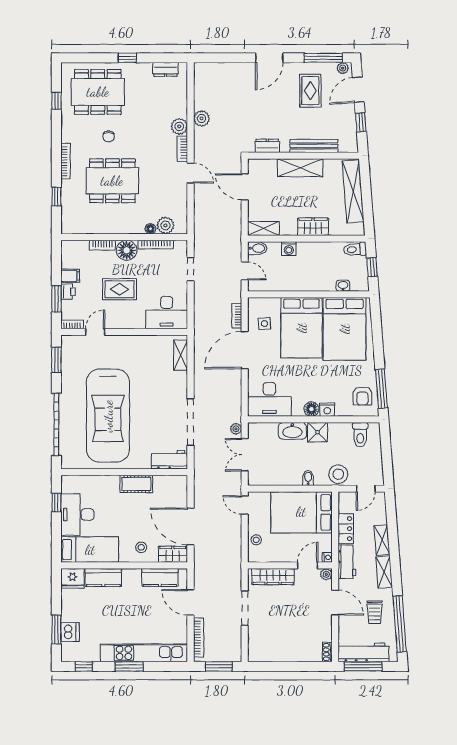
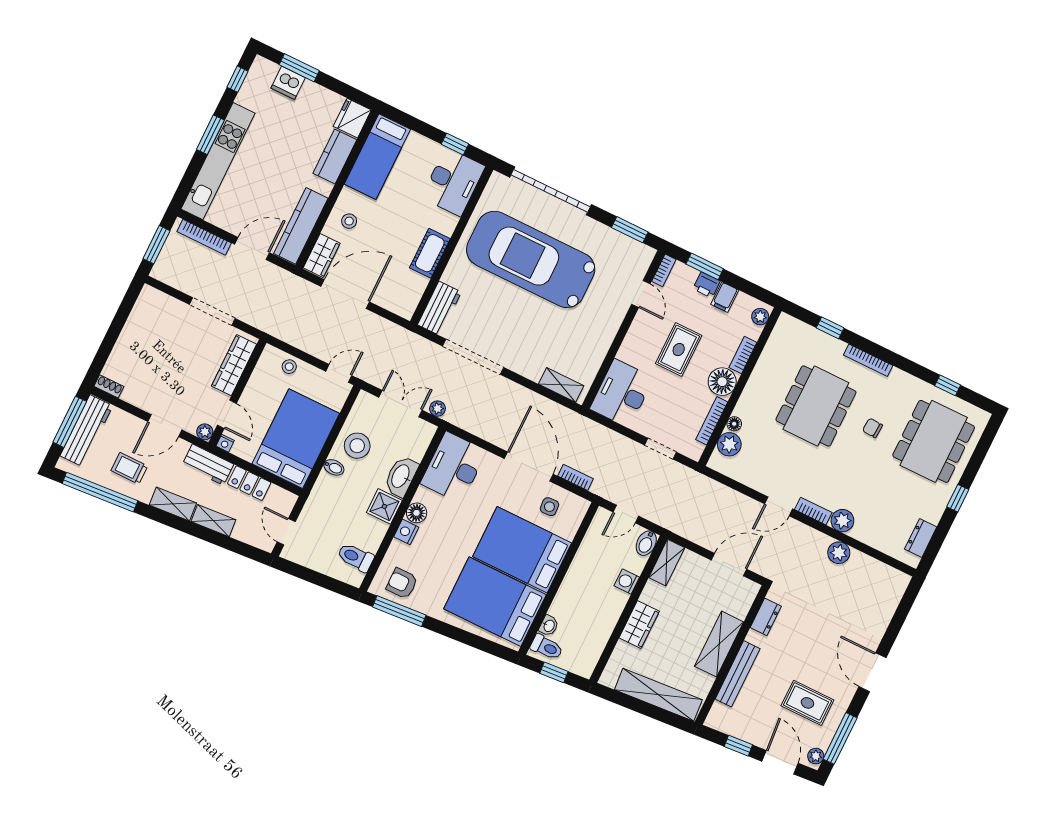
plant: (72, 246) -> (760, 317), added
toilet: (355, 249) -> (547, 647), moved, turned 94
stool: (338, 474) -> (357, 446), moved
desk: (77, 515) -> (453, 182), moved, turned 90
kitchen counter: (160, 577) -> (301, 226), width x1.50

